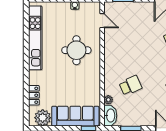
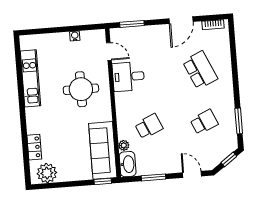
kitchen unit: (35, 38) -> (30, 78), width x0.73
desk: (117, 43) -> (128, 77), added
sofa: (75, 116) -> (103, 150), moved, turned -90

